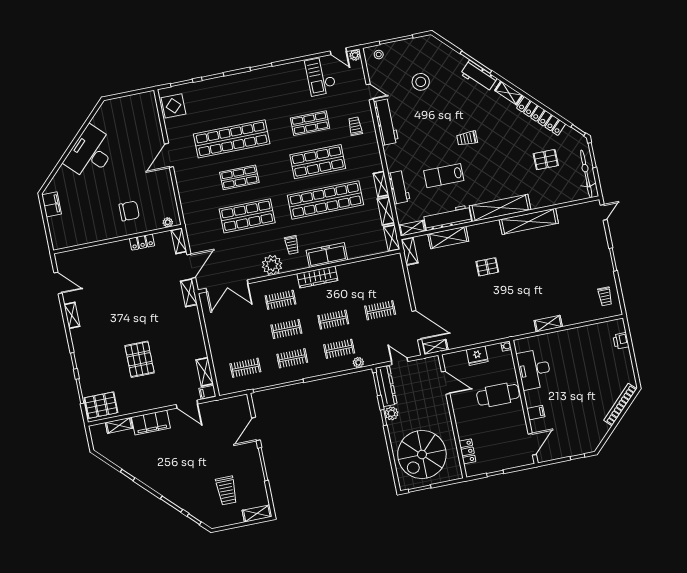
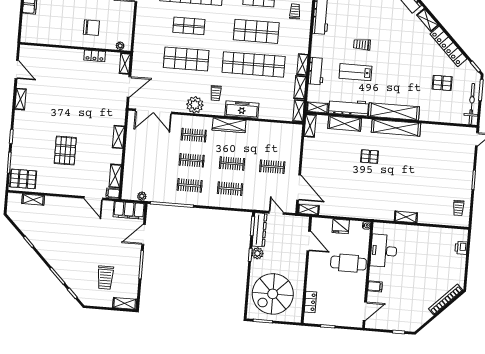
trolley: (467, 138) -> (362, 44), moved
shelving: (529, 221) -> (396, 128), moved
shelving: (189, 293) -> (118, 137), moved
plant: (358, 363) -> (142, 196), moved
clothes rail: (245, 368) -> (149, 182), removed
filing cabinet: (151, 423) -> (129, 210), moved

